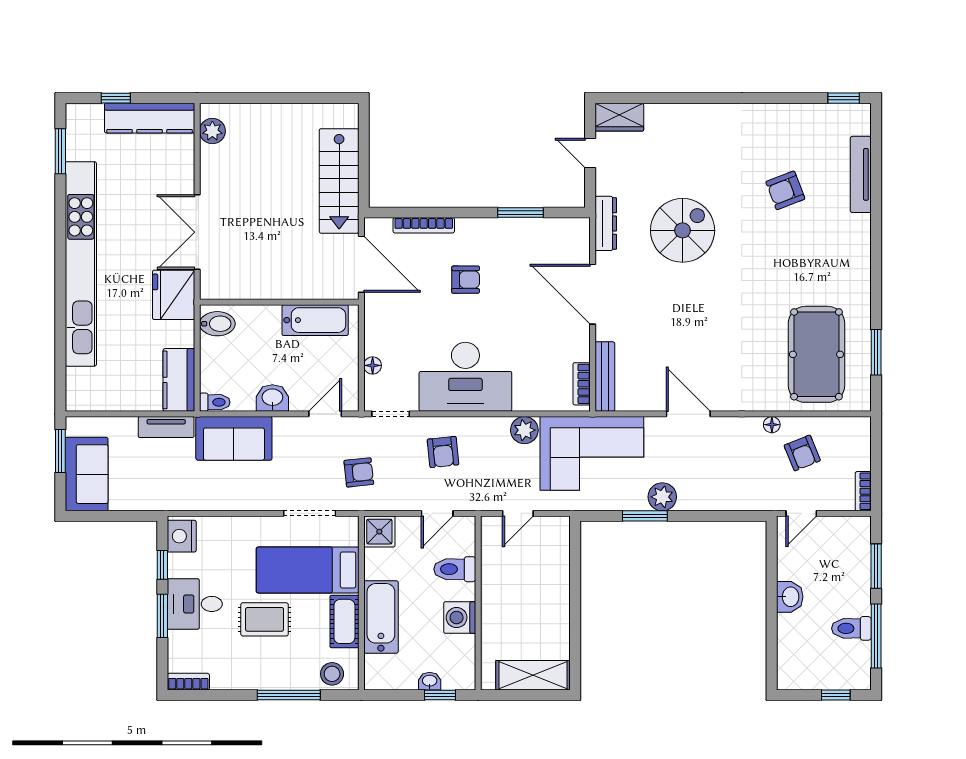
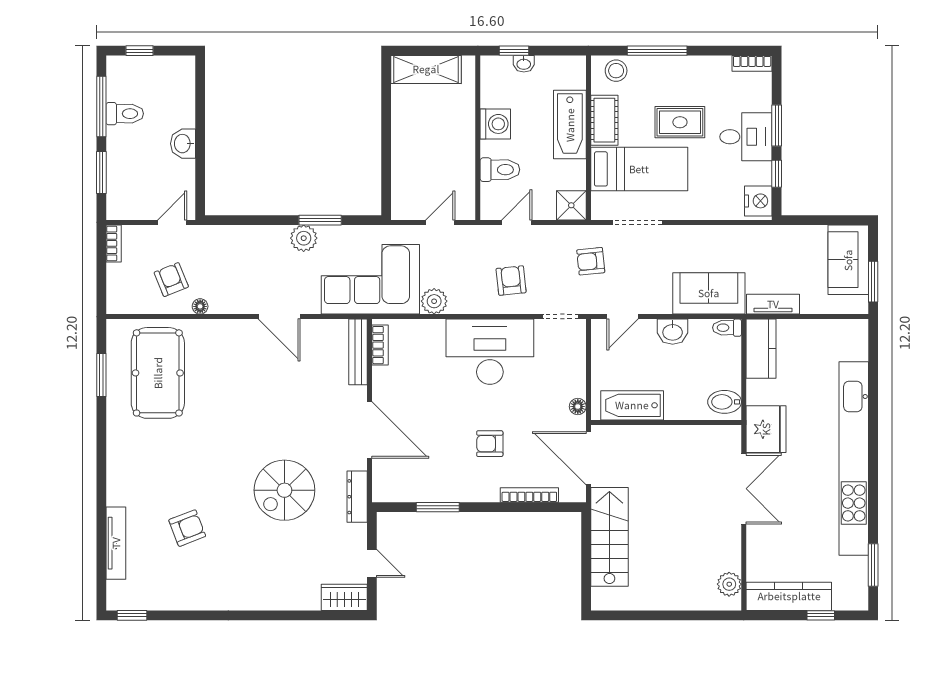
floor lamp: (373, 365) -> (578, 407), moved

